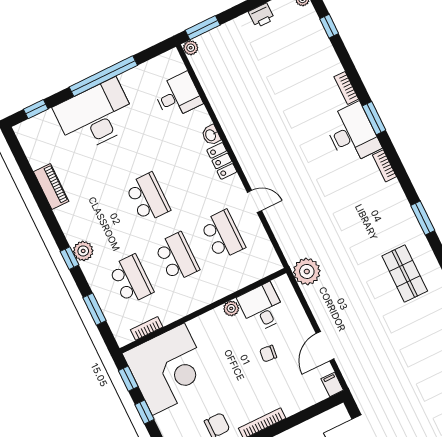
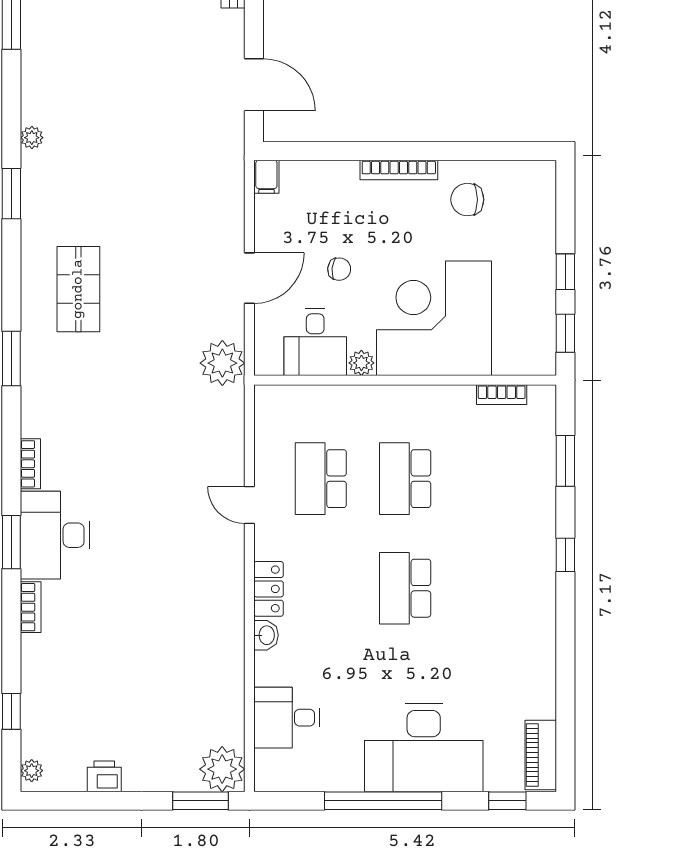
plant: (191, 48) -> (222, 769), width x1.88, depth x1.88
piano: (51, 186) -> (541, 755), moved
plant: (83, 251) -> (540, 556), removed
school desk: (131, 279) -> (489, 479), removed
door: (325, 346) -> (249, 278), moved
corner desk: (168, 369) -> (434, 318), moved

